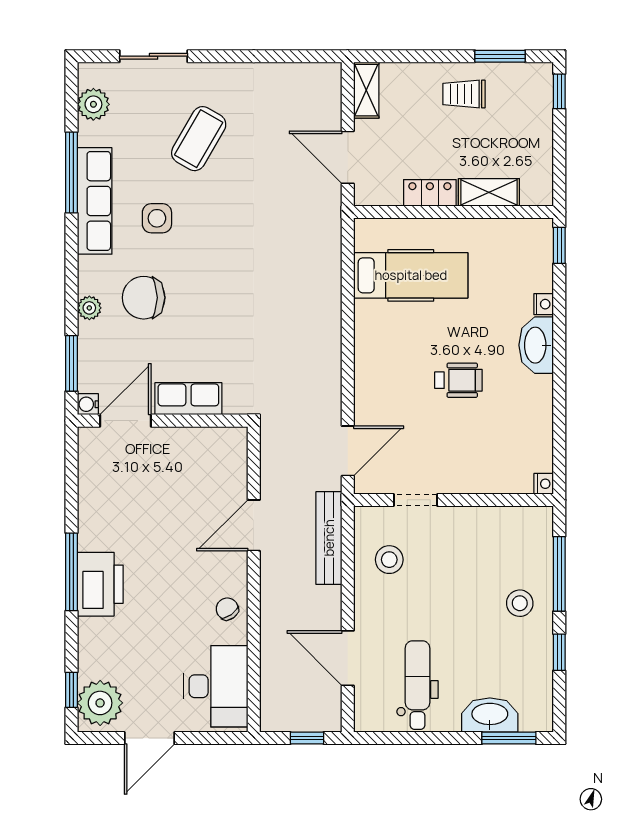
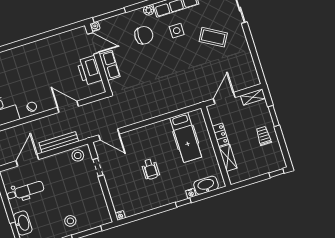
window: (500, 56) -> (274, 116), moved
window: (559, 245) -> (183, 202), moved
chair: (144, 298) -> (144, 35), turned 90
plant: (89, 308) -> (149, 10), moved
washbasin: (536, 345) -> (206, 185), moved
window: (72, 363) -> (109, 15), width x1.44
bench: (329, 538) -> (59, 142), moved
stool: (389, 560) -> (78, 155), moved
window: (72, 572) -> (27, 41), removed
printer: (100, 584) -> (89, 70), moved, turned 90

